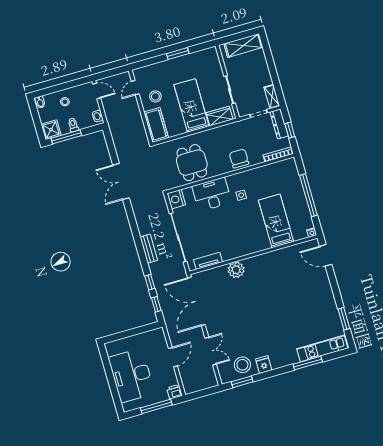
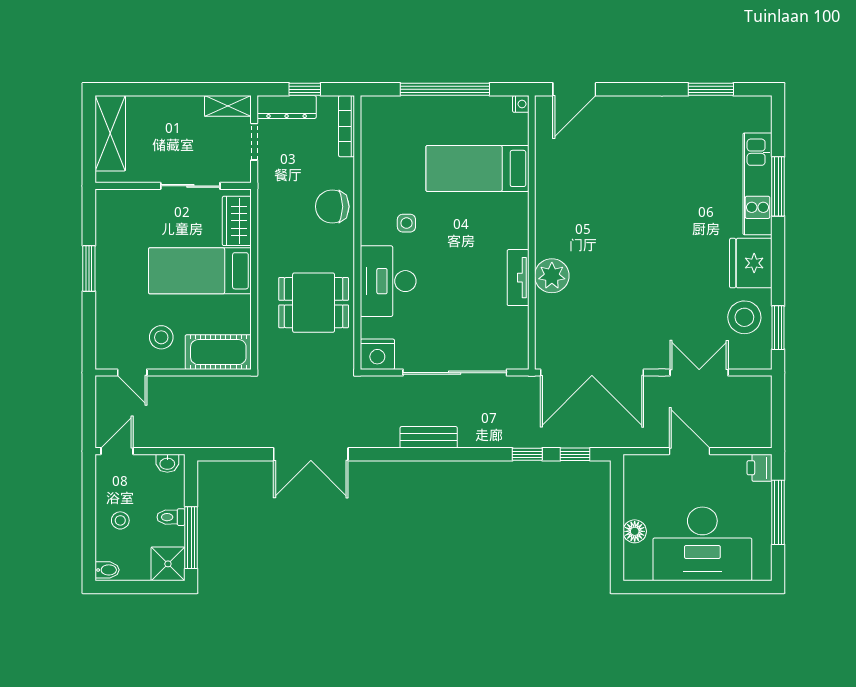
bench: (149, 249) -> (429, 437), moved
tv unit: (208, 261) -> (518, 278), moved
floor lamp: (128, 342) -> (635, 531), added
kitchen unit: (322, 348) -> (758, 184), moved
fridge: (264, 365) -> (751, 263), width x1.88, depth x1.34

